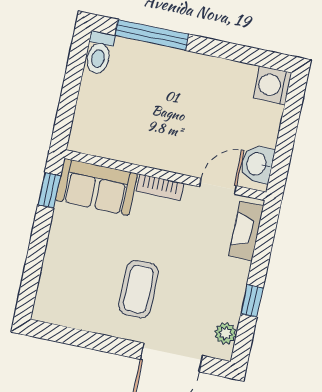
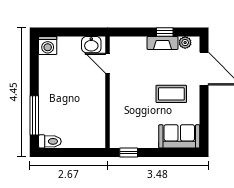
sofa: (97, 187) -> (179, 136), moved, turned -90
bookcase: (160, 187) -> (115, 94), removed
fireplace: (246, 231) -> (163, 43), moved

